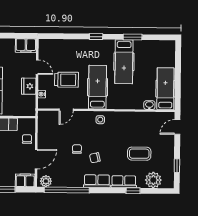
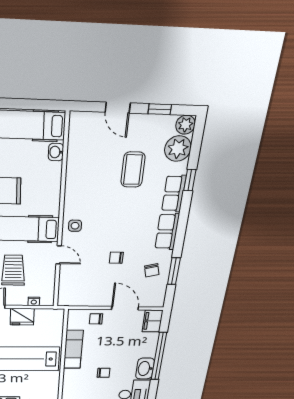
door: (66, 110) -> (59, 255), moved
door: (177, 127) -> (118, 108), moved
chair: (95, 158) -> (152, 270), moved
plant: (46, 181) -> (186, 125), moved
window: (67, 190) -> (174, 271), width x0.47

